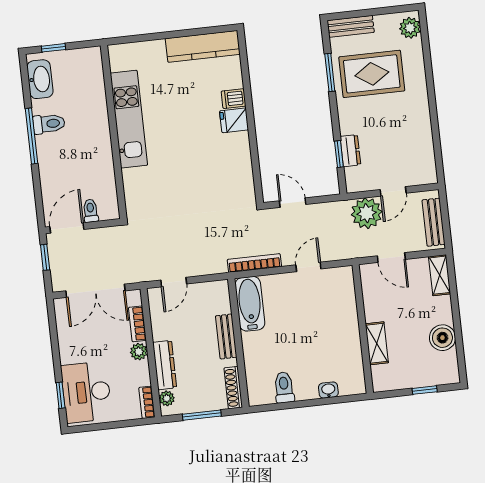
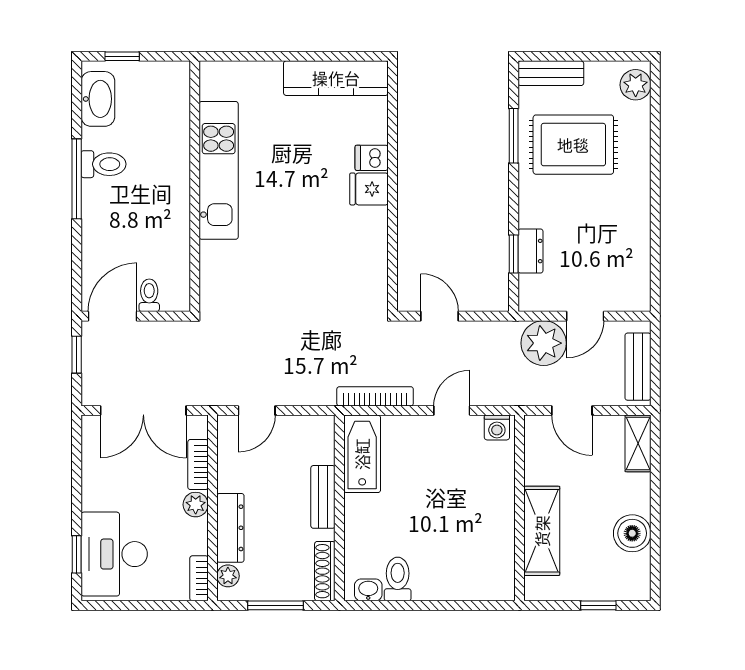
washing machine: (341, 275) -> (497, 427), added
shelving: (377, 343) -> (542, 531), width x1.50, depth x1.33
washbasin: (328, 390) -> (368, 590), moved

